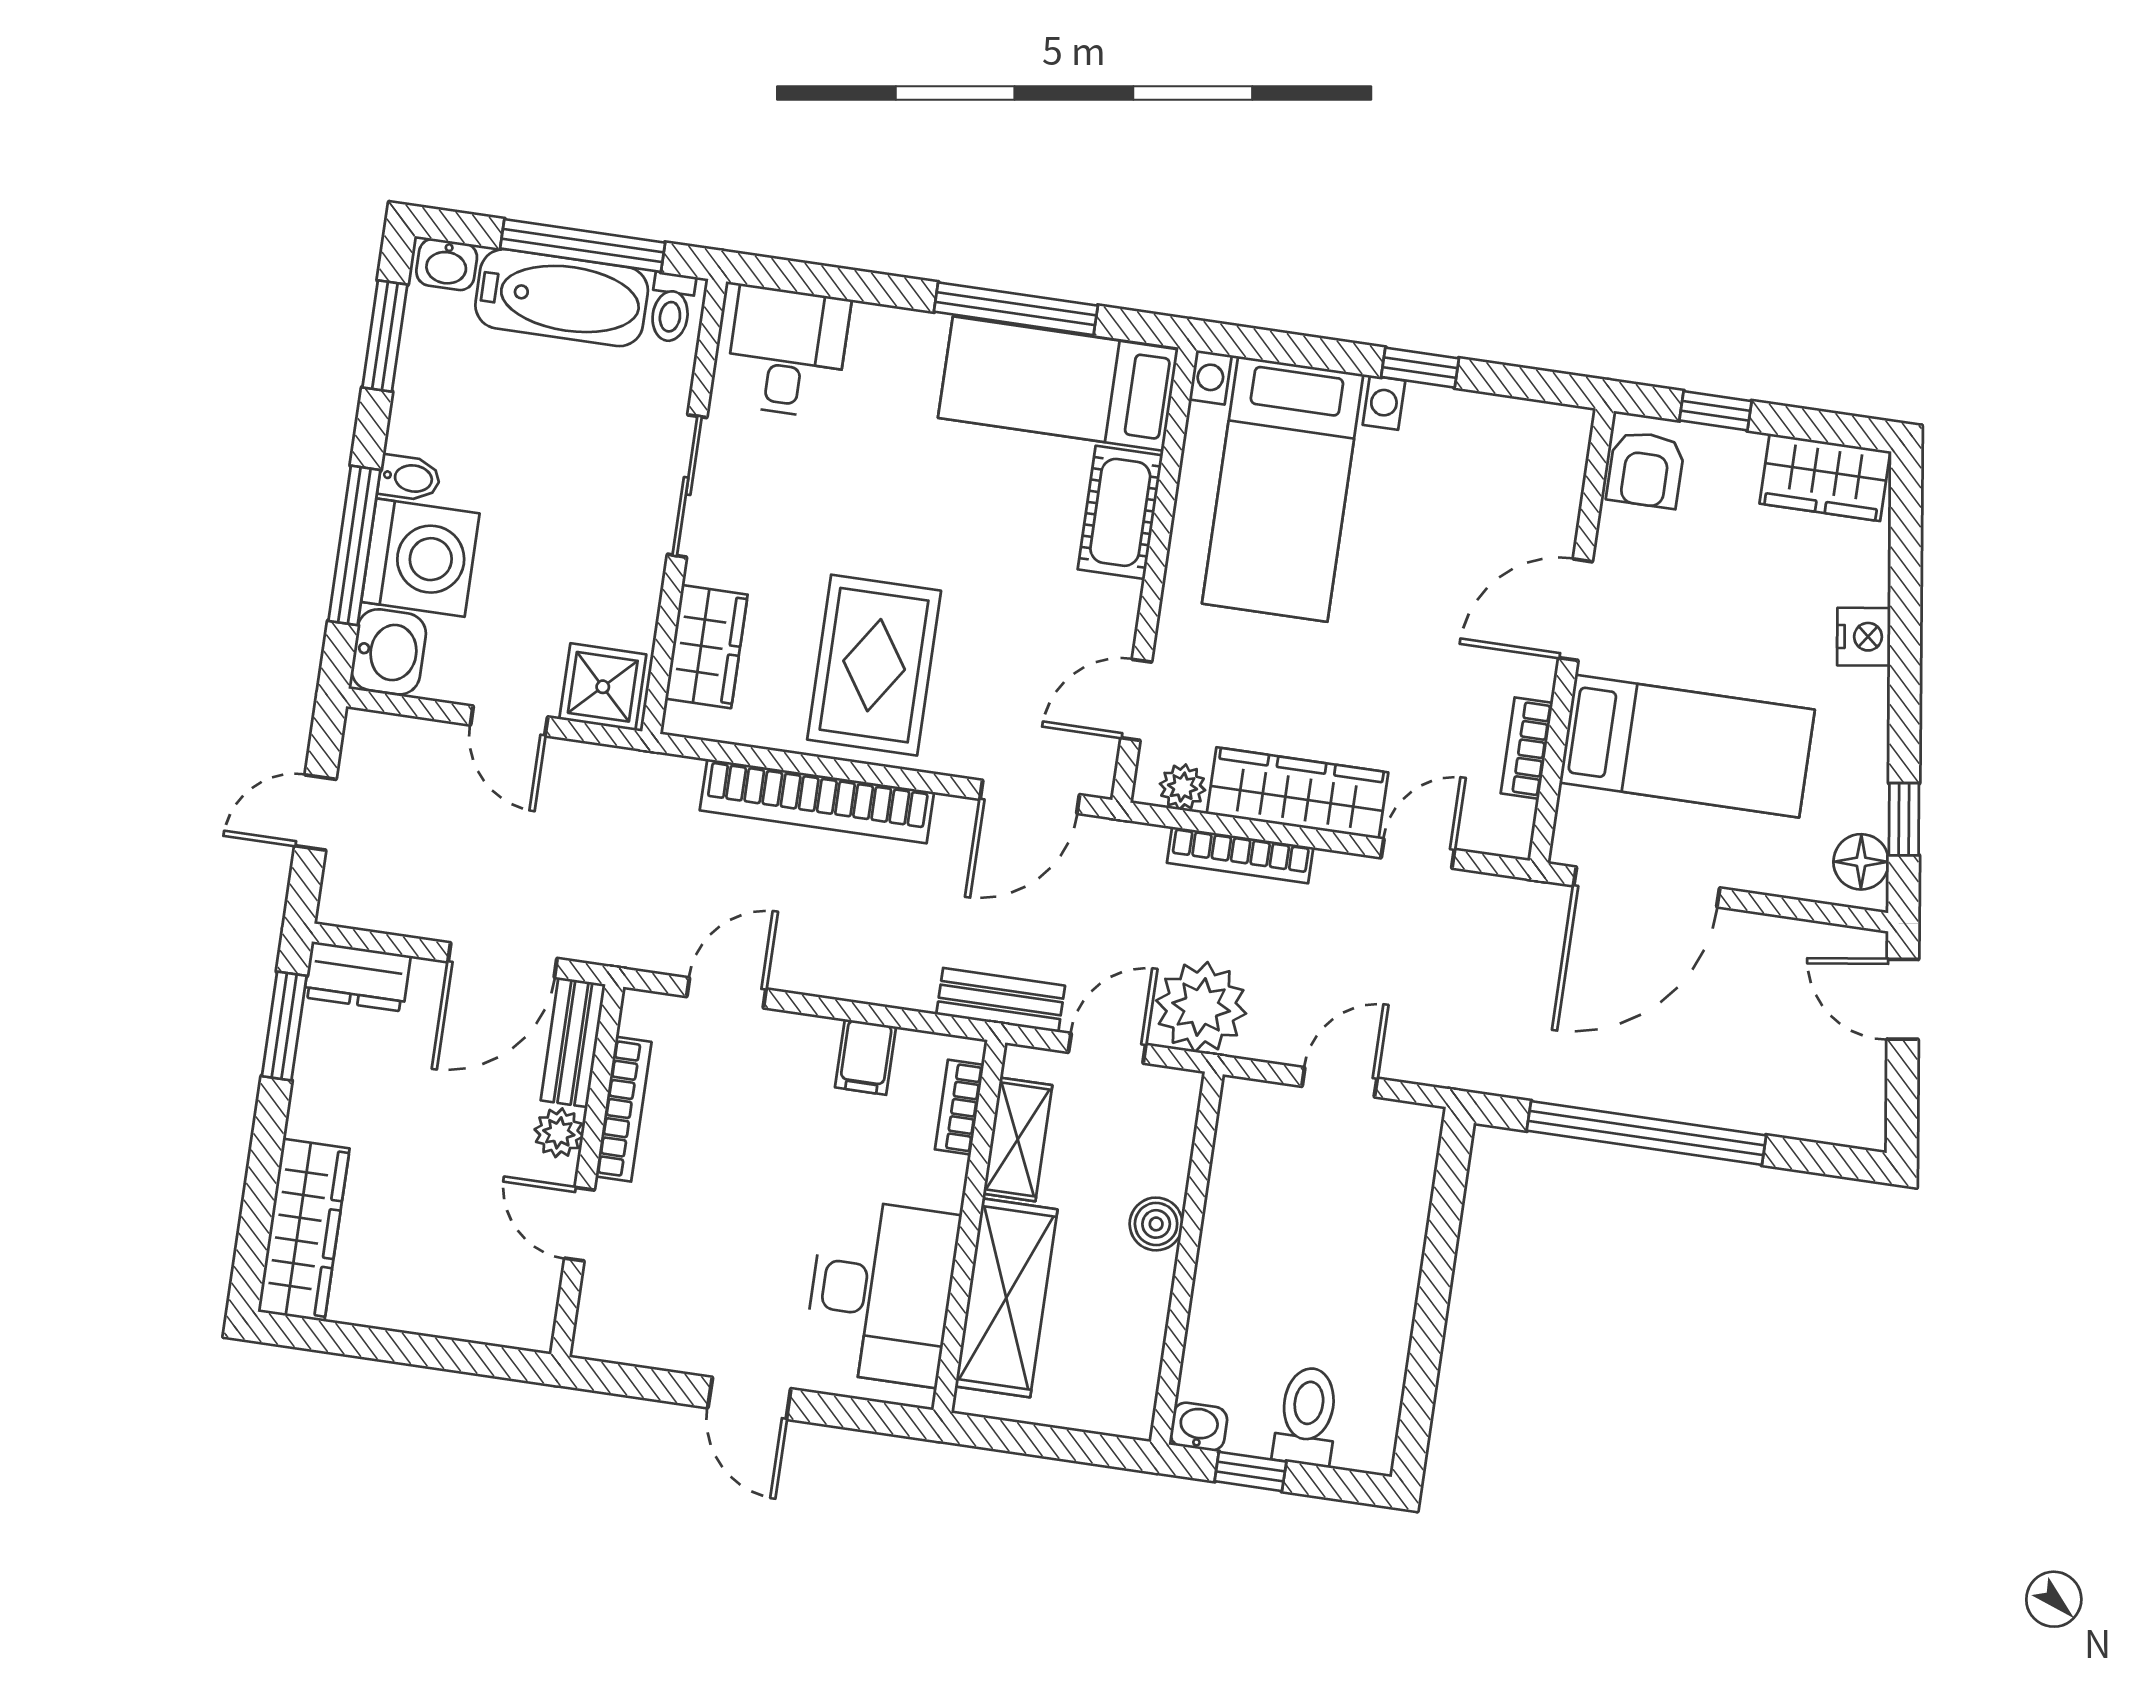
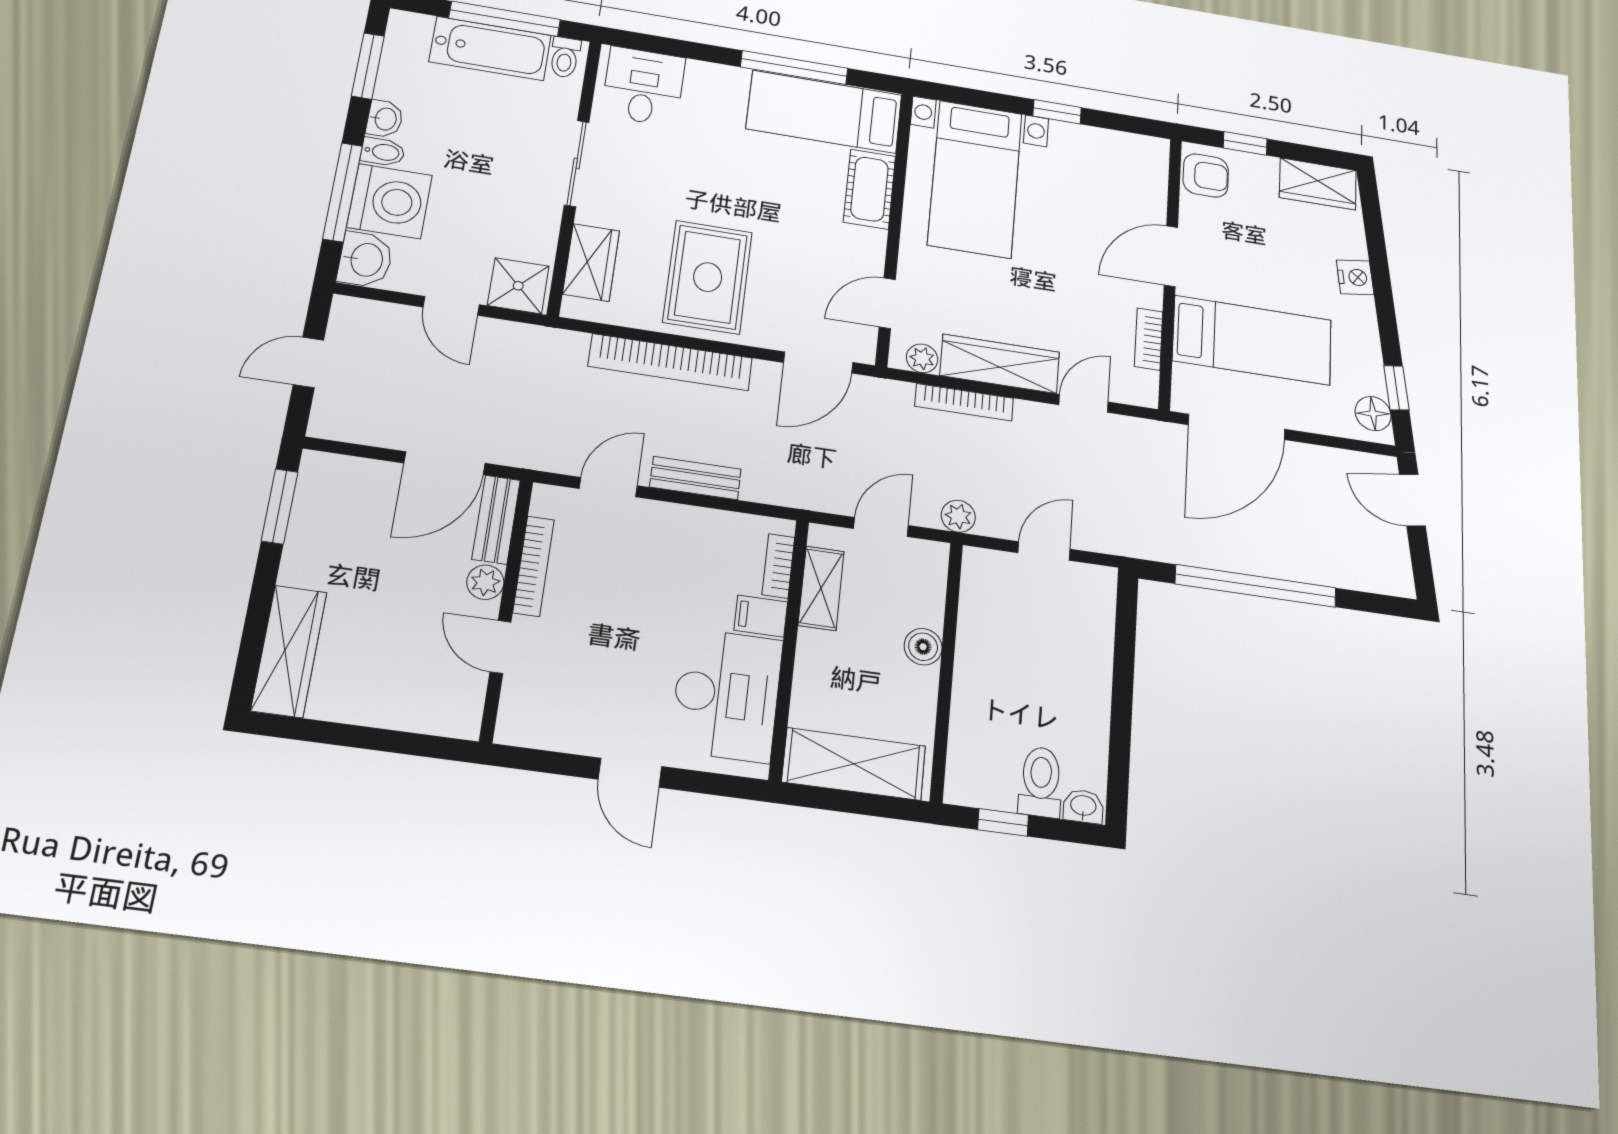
washbasin: (447, 264) -> (385, 119), moved, turned -90
armchair: (1646, 469) -> (1206, 175), turned -90
dresser: (357, 977) -> (336, 473), removed
bench: (1001, 1000) -> (695, 478), moved
plant: (1201, 1007) -> (958, 516), width x0.53, depth x0.53
filing cabinet: (866, 1057) -> (761, 616), moved, turned 90
shelving: (1006, 1298) -> (854, 764), moved, turned 90
washbasin: (1199, 1427) -> (1083, 806), moved

